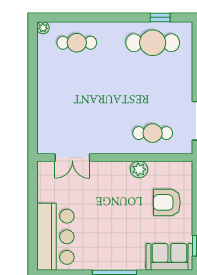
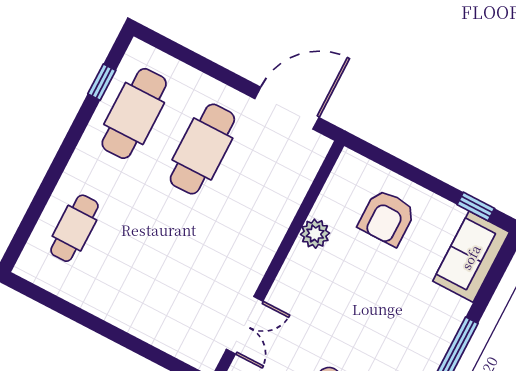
plant: (43, 28) -> (25, 268), removed
cafe table: (153, 133) -> (202, 149), moved, width x1.37, depth x1.35

